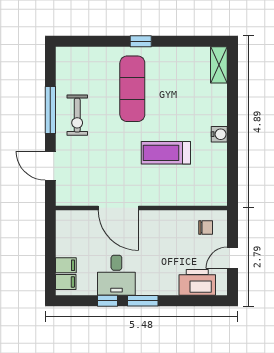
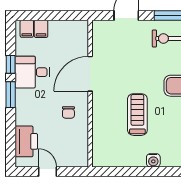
chair: (206, 227) -> (68, 112), moved

